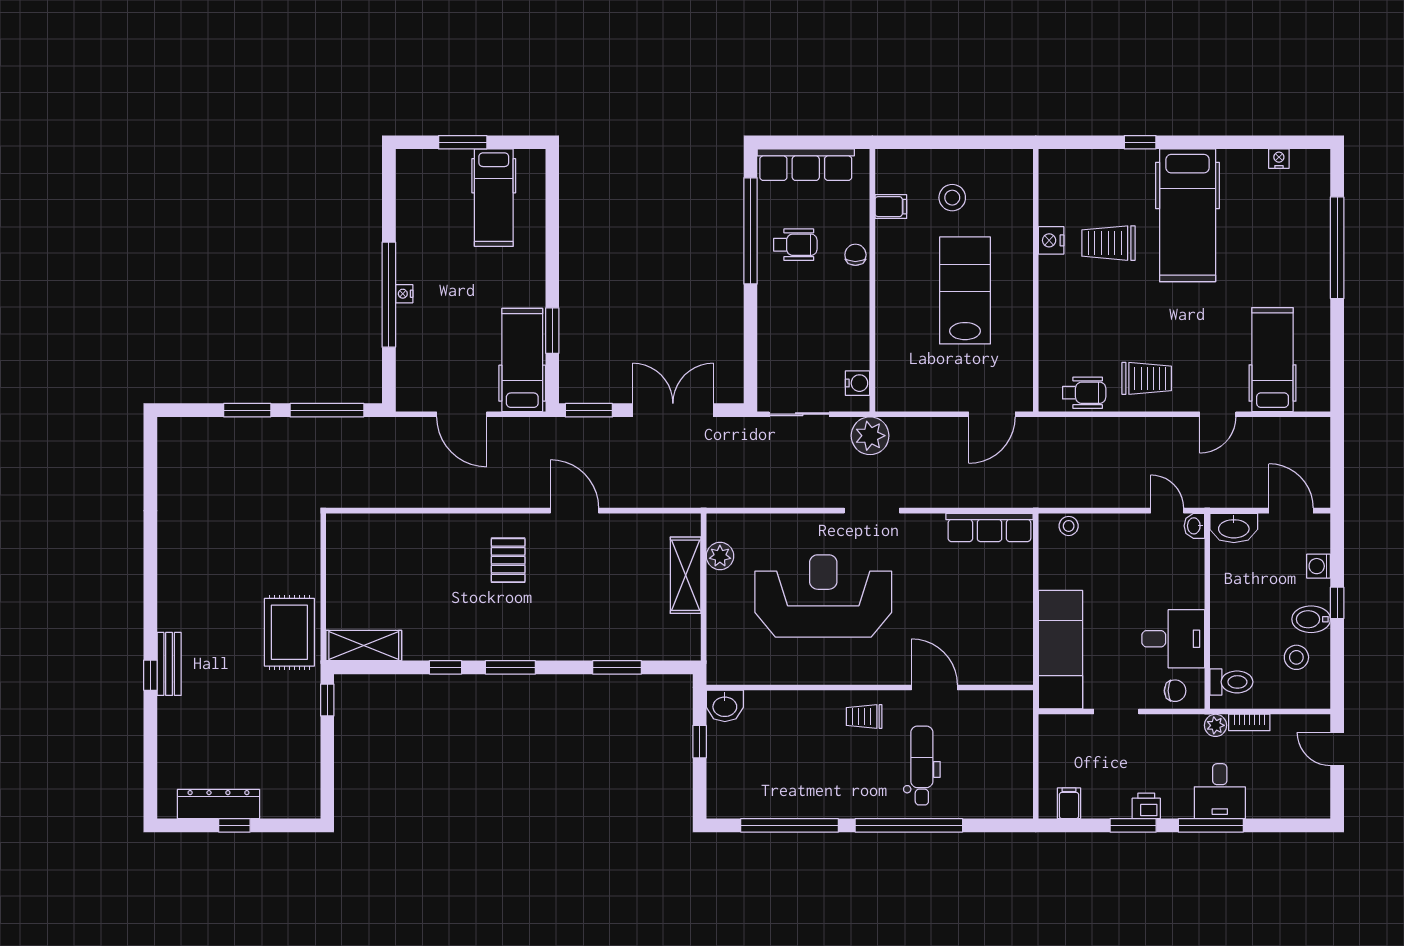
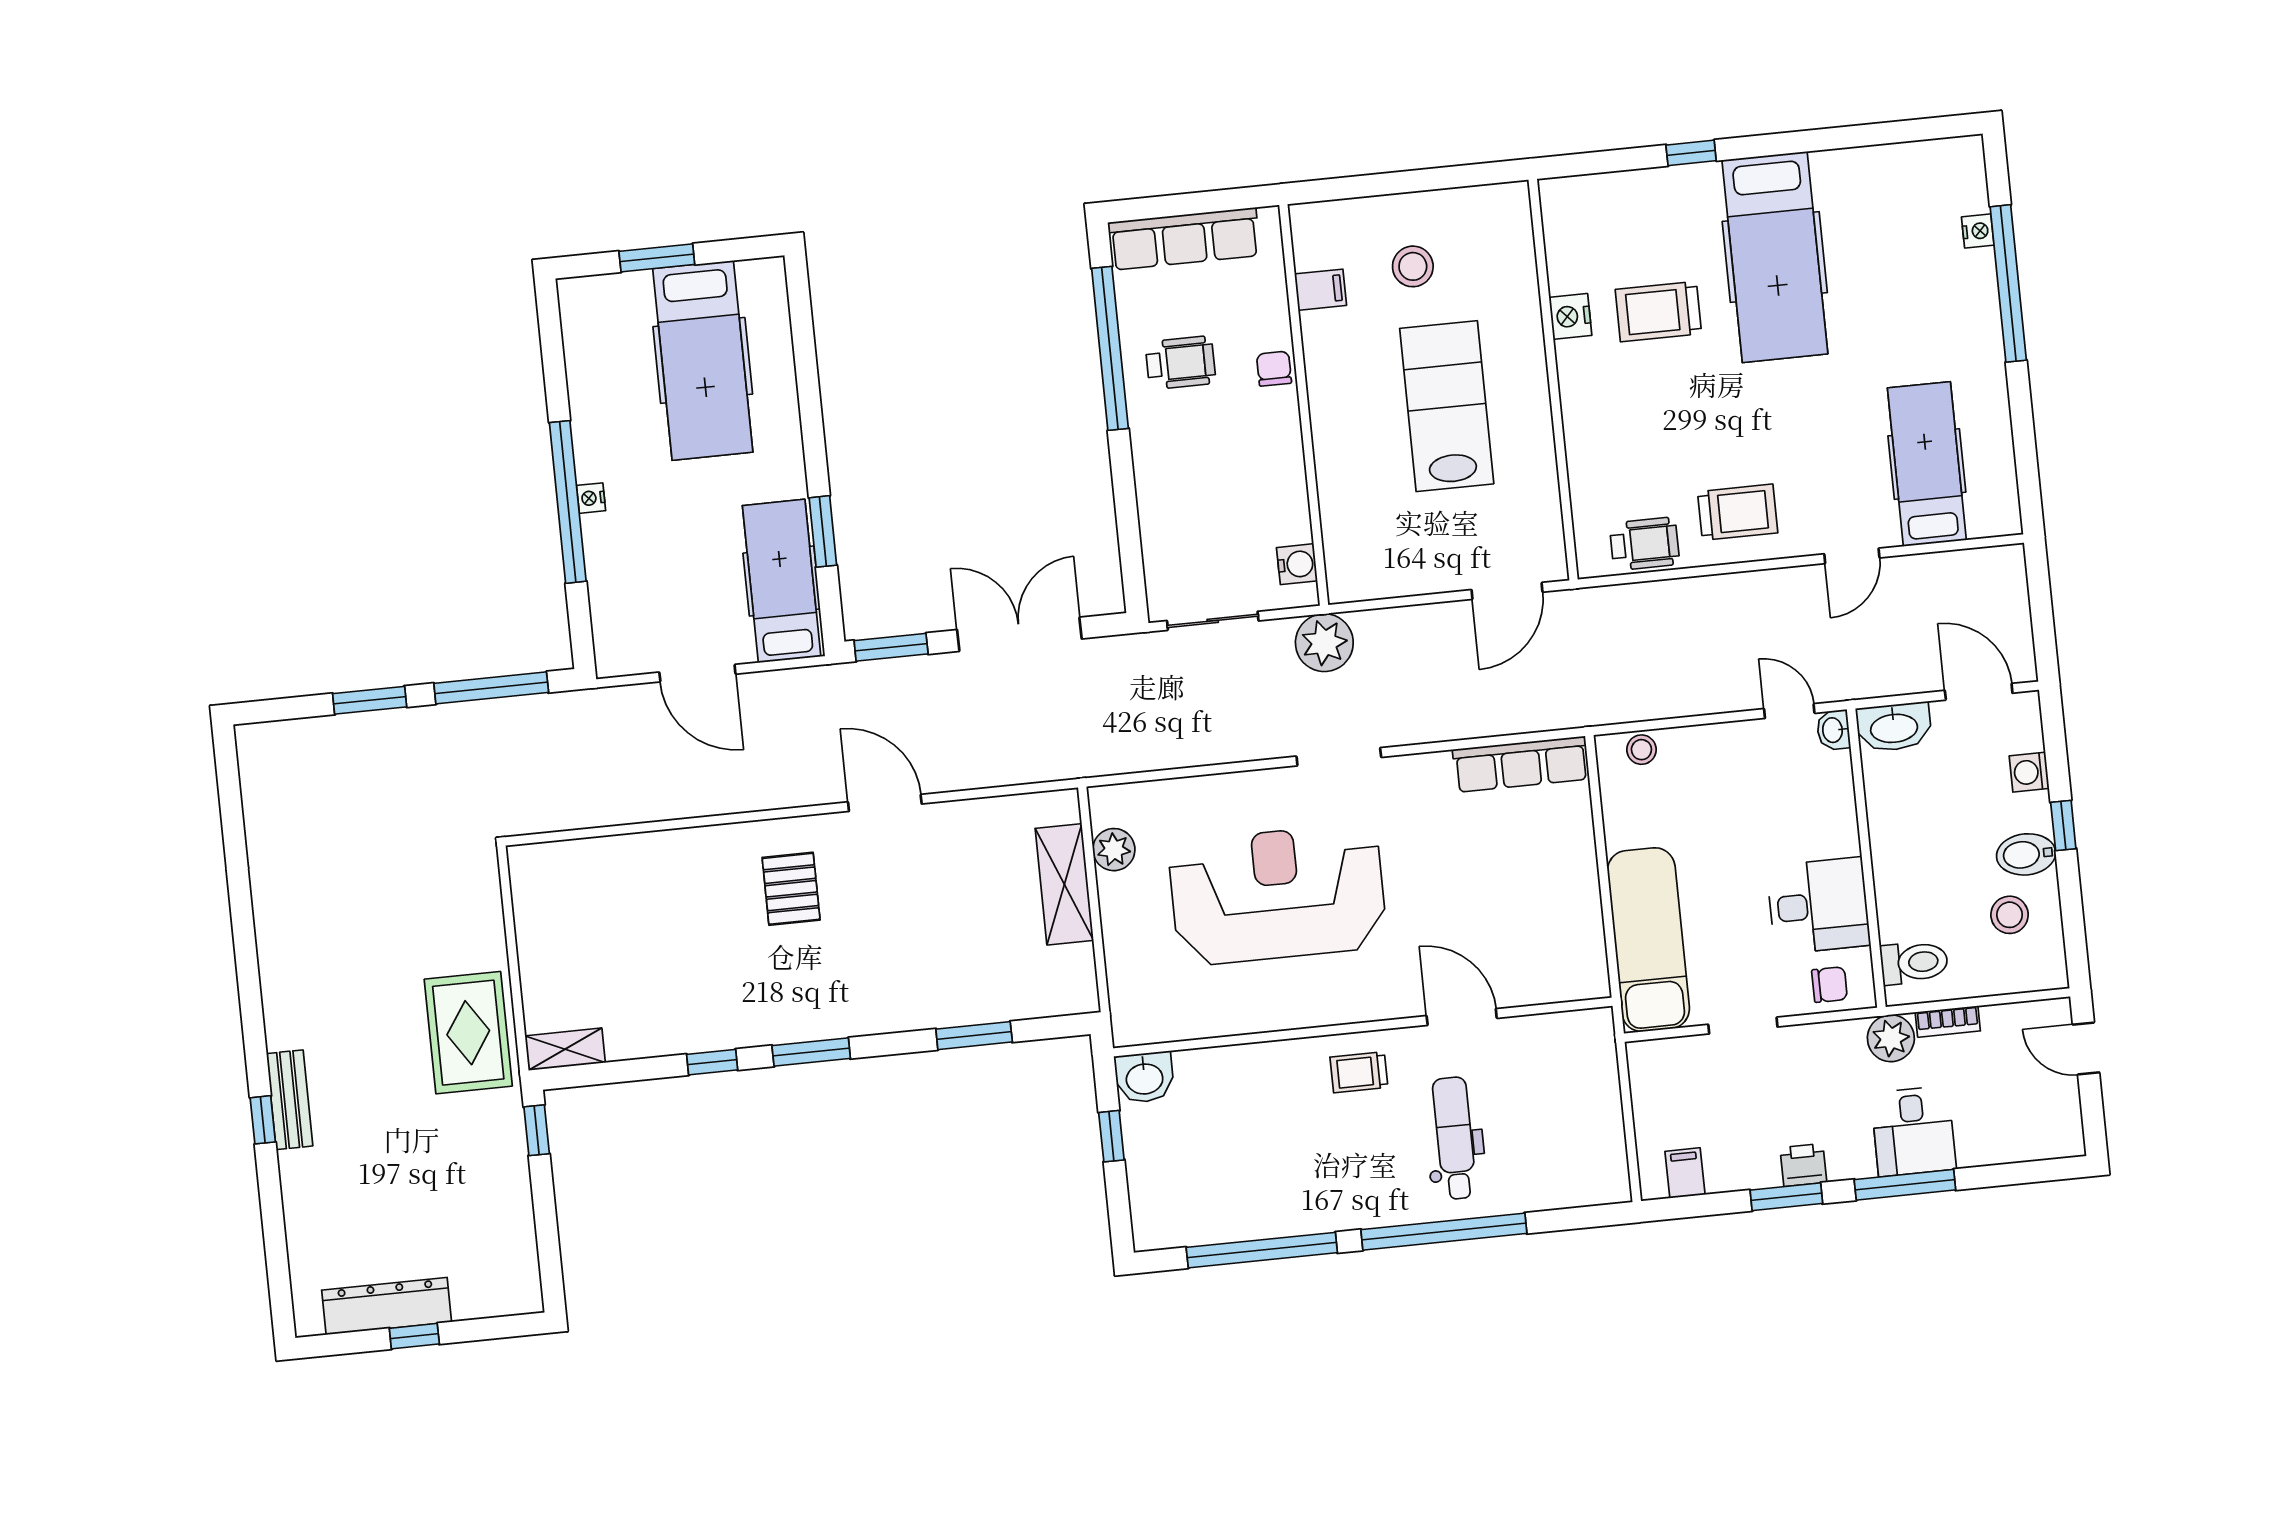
nightstand: (1279, 159) -> (1978, 231), moved, turned 90
hospital bed: (494, 198) -> (703, 360), width x1.37, depth x1.29
shelving: (364, 646) -> (565, 1049), width x0.67, depth x0.75
plant: (1215, 725) -> (1891, 1038), width x1.38, depth x1.38

